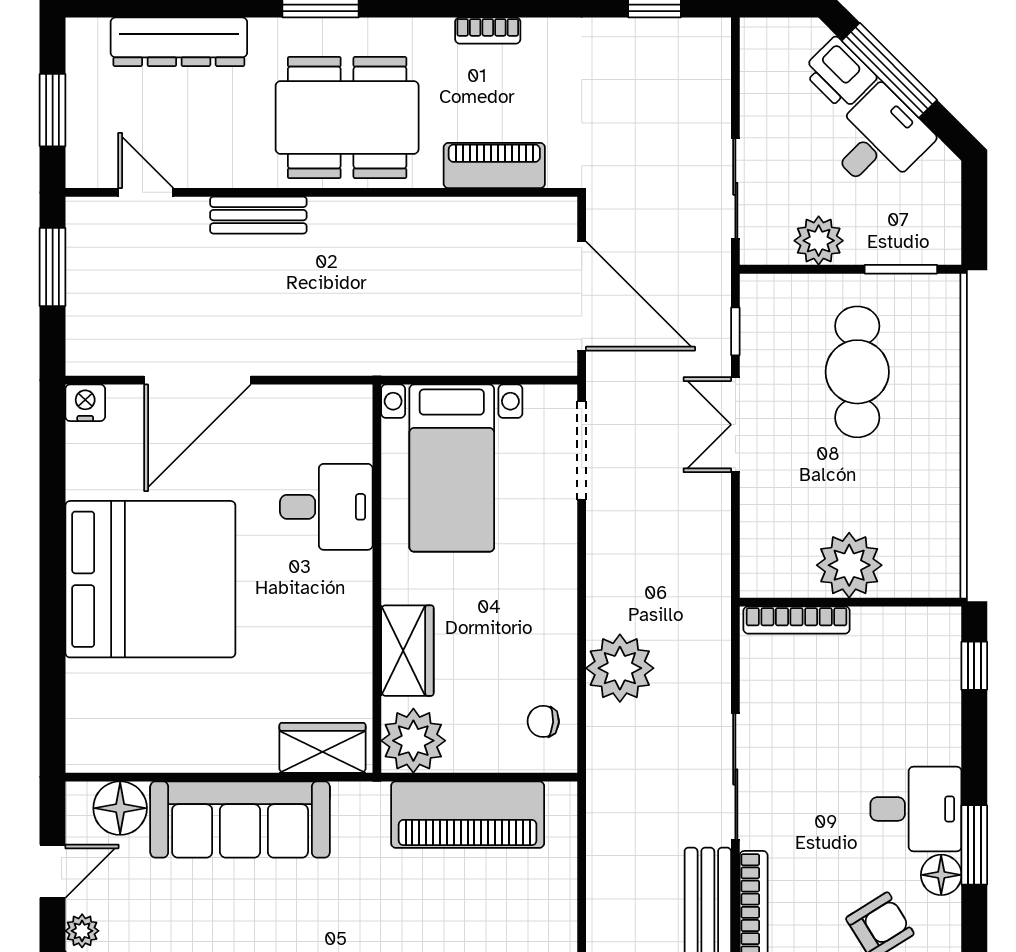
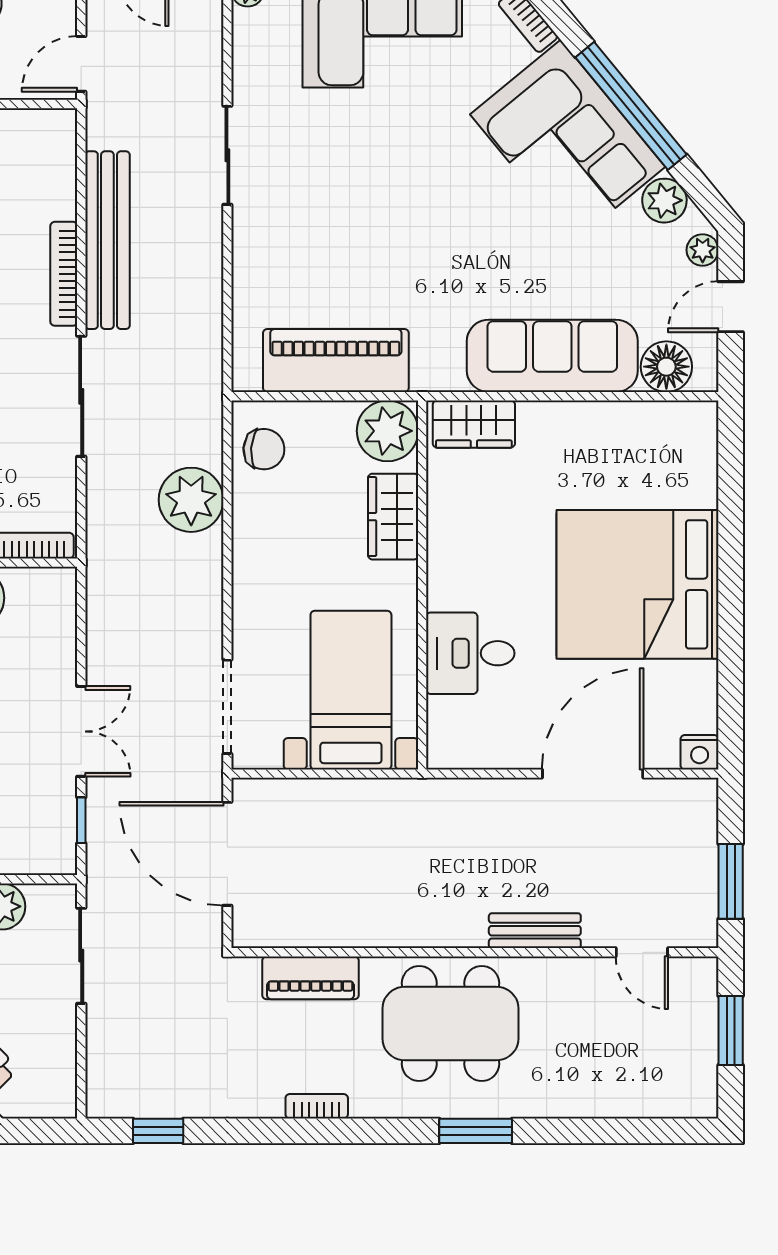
dresser: (179, 42) -> (610, 1096), removed
chair: (543, 721) -> (264, 449), width x1.37, depth x1.37

